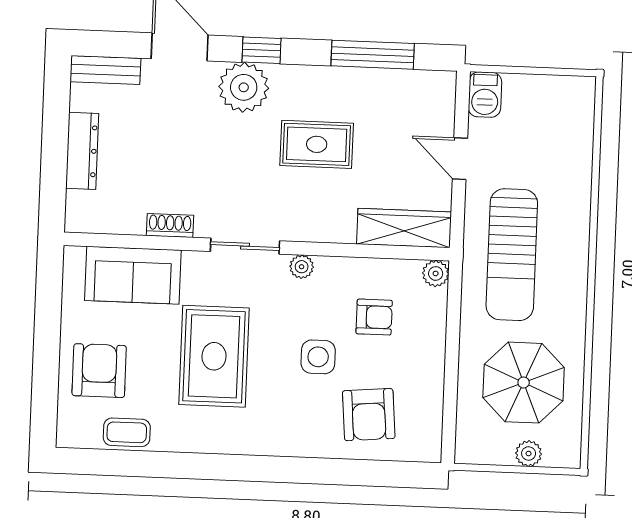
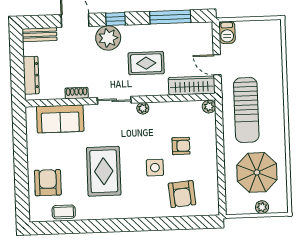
shoe rack: (170, 225) -> (77, 93), moved
wardrobe: (404, 228) -> (192, 85), moved
sliding door: (245, 246) -> (114, 100), moved
wall: (257, 247) -> (120, 100), moved
plant: (302, 267) -> (143, 108), moved
plant: (436, 273) -> (209, 107), moved
sofa: (133, 275) -> (60, 119), moved

